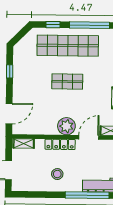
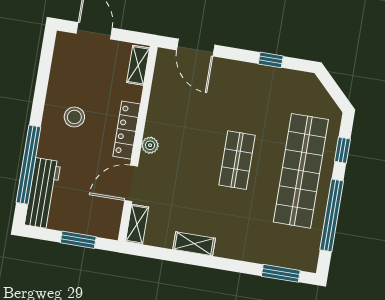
plant: (66, 126) -> (150, 145), width x0.53, depth x0.53
door: (89, 137) -> (131, 183), swing flipped

